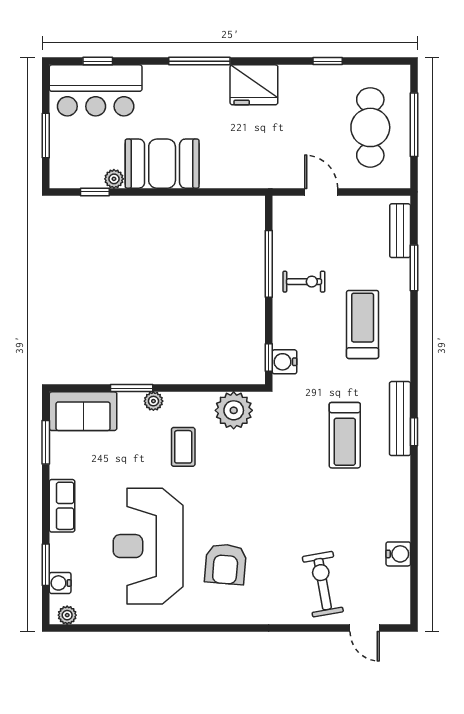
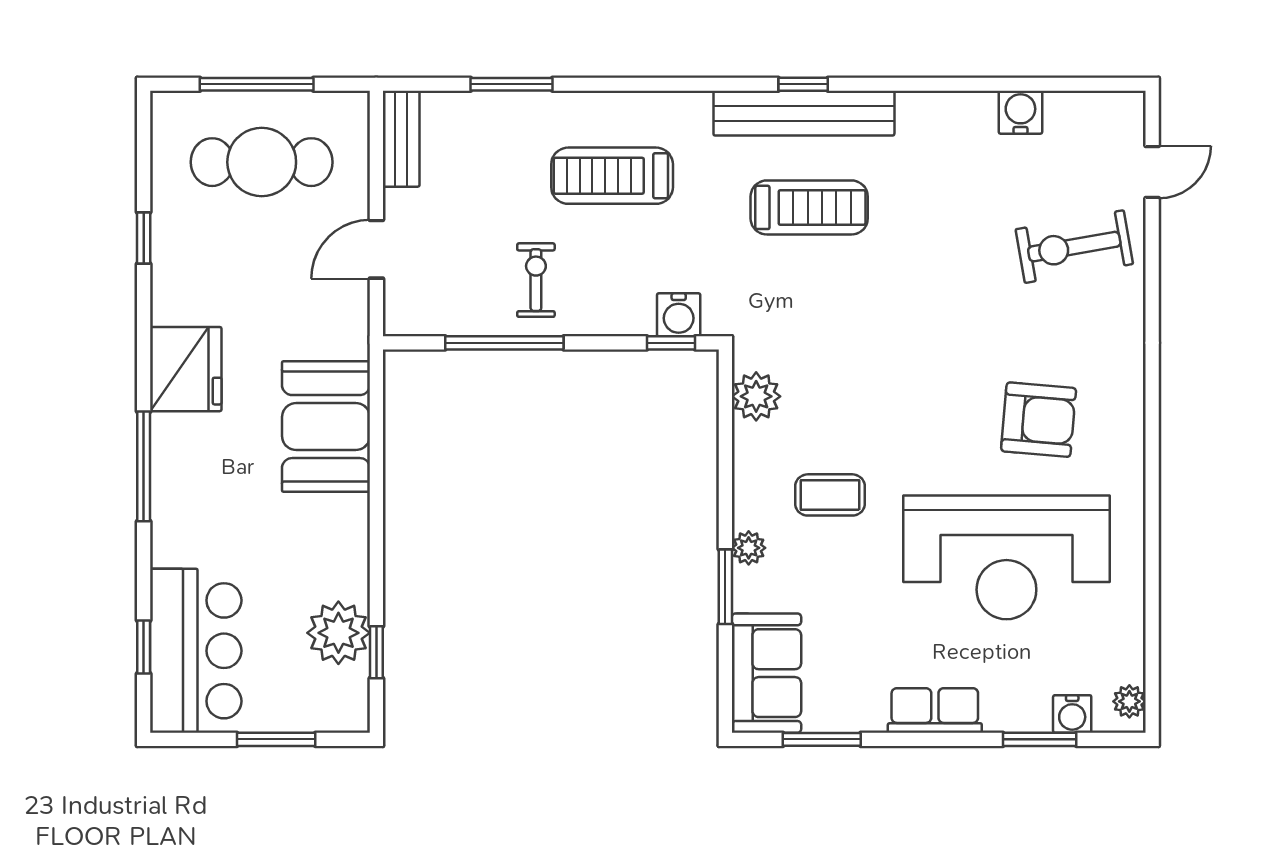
booth: (162, 164) -> (326, 427), moved
plant: (114, 179) -> (338, 633), width x1.87, depth x1.87
bench: (400, 231) -> (401, 139), moved, turned 90
plant: (234, 410) -> (756, 396), width x0.73, depth x0.73
bench: (400, 419) -> (804, 113), width x1.37, depth x1.21

